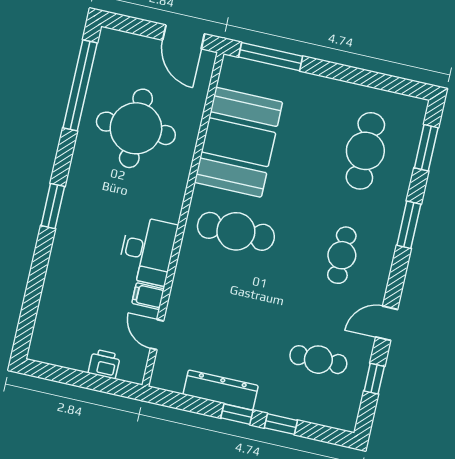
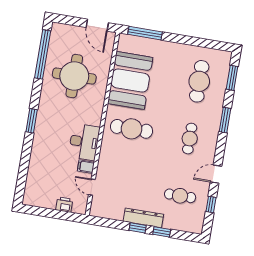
dresser: (221, 390) -> (143, 218), moved

